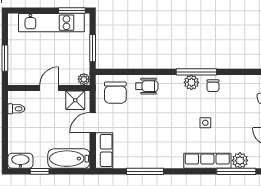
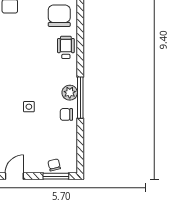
wheelchair: (147, 86) -> (66, 47), turned 180
chair: (115, 93) -> (59, 16), turned 90

